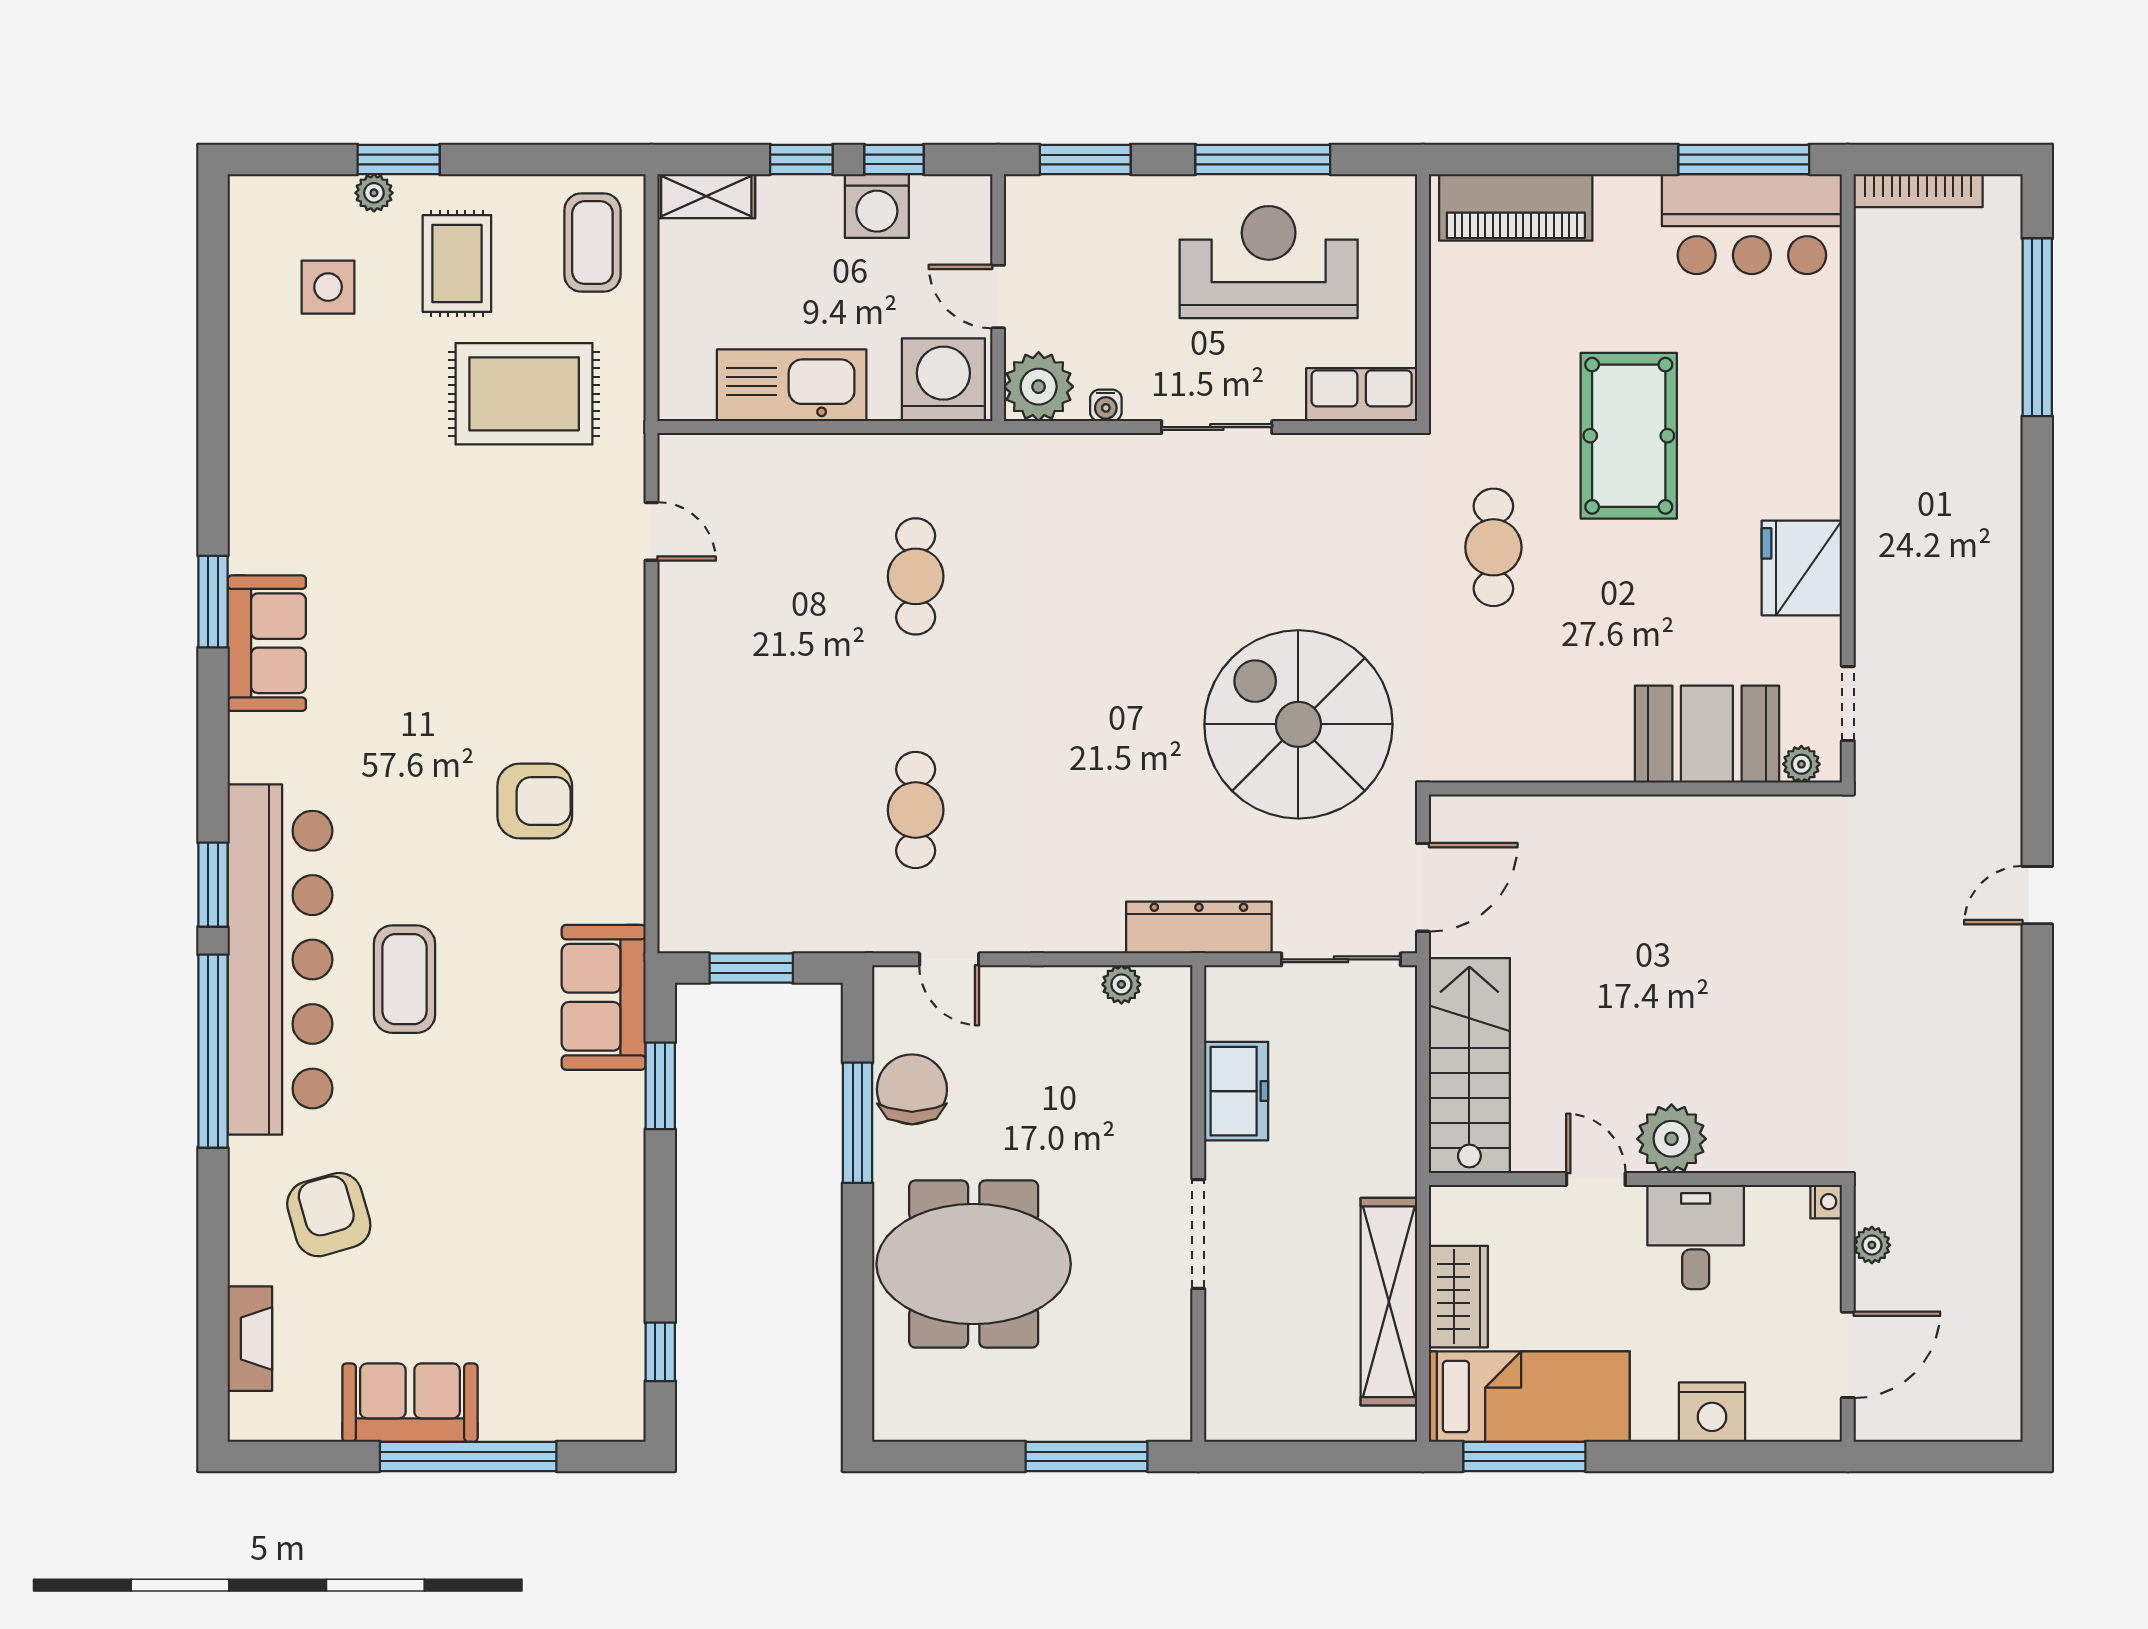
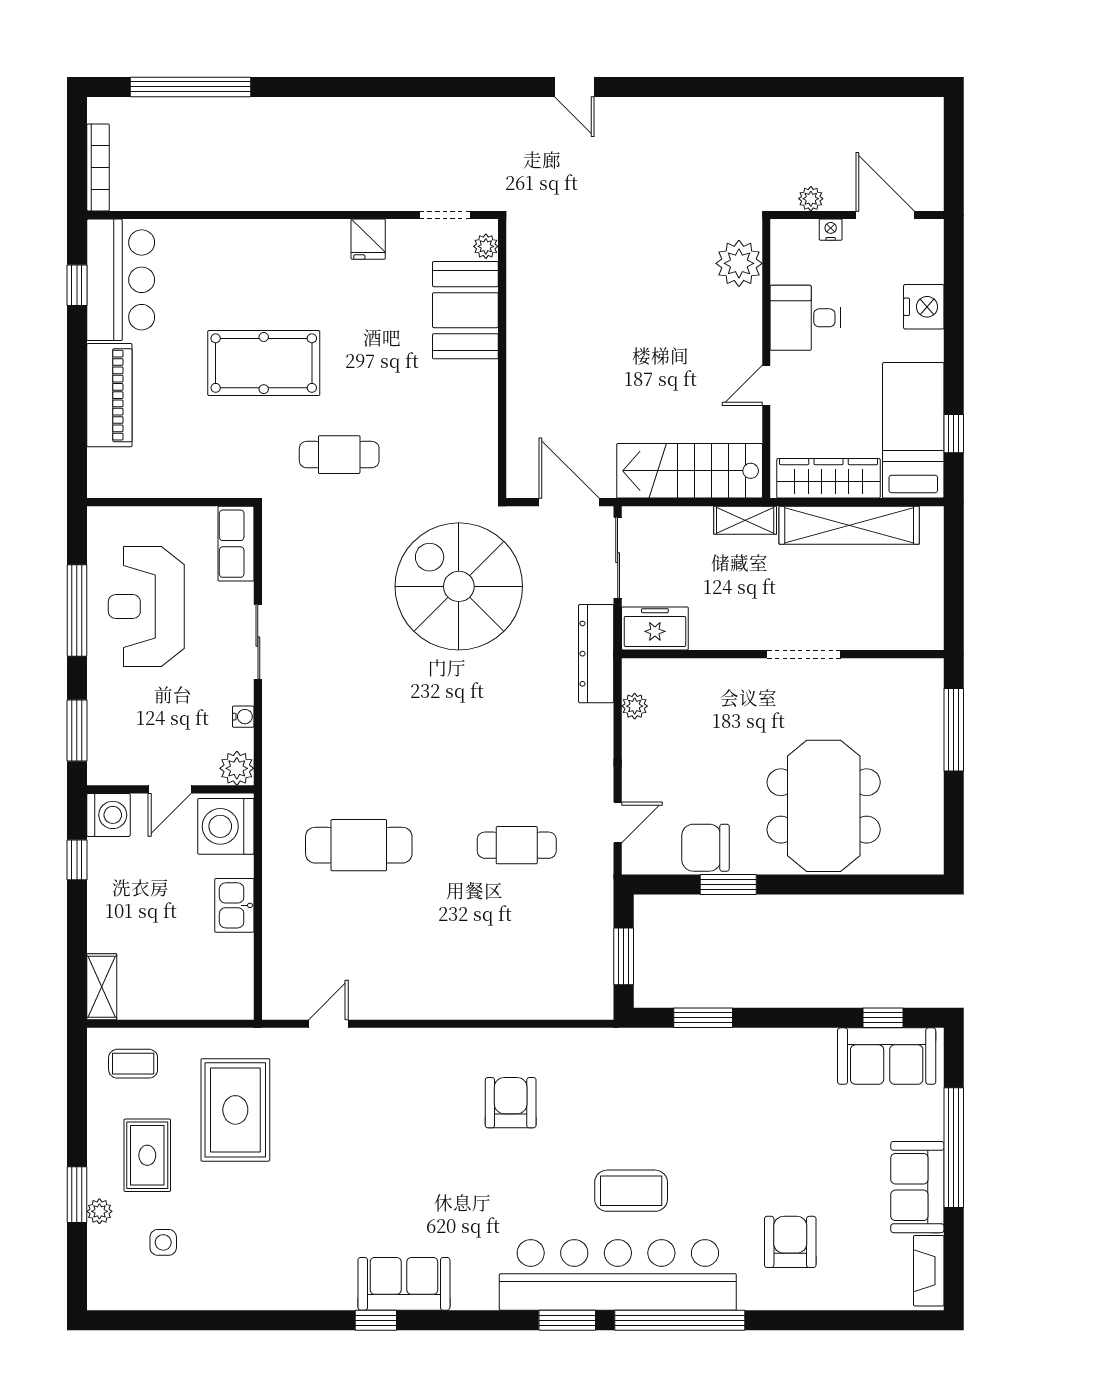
window: (801, 159) -> (77, 922), removed
window: (1744, 159) -> (77, 285), width x0.46
washing machine: (877, 206) -> (108, 815), moved
piano: (1516, 207) -> (109, 395), moved
coffee table: (592, 243) -> (133, 1064), width x0.73, depth x0.77
rug: (457, 264) -> (147, 1155), turned 90
side table: (328, 287) -> (163, 1242), width x0.73, depth x0.73
kitchen sink: (792, 385) -> (234, 905), width x0.53, depth x0.81
plant: (1039, 387) -> (237, 768), width x0.73, depth x0.73
fridge: (1802, 568) -> (368, 239), width x0.53, depth x0.75
cafe table: (916, 576) -> (359, 845), width x1.37, depth x1.35
window: (213, 602) -> (376, 1320), width x0.67
spiral stairs: (1298, 724) -> (459, 586), turned 90
sofa: (604, 997) -> (887, 1056), moved
freezer: (1236, 1091) -> (655, 628), moved
window: (858, 1123) -> (728, 884), width x0.69
plant: (1671, 1139) -> (739, 263), moved
shelving: (1396, 1148) -> (745, 520), added
nightstand: (1826, 1202) -> (831, 230), moved
armchair: (329, 1215) -> (790, 1242), turned 106
wardrobe: (1458, 1297) -> (829, 478), width x1.50
fireplace: (250, 1339) -> (929, 1271), moved, turned -90
window: (1524, 1456) -> (954, 434), width x0.46

